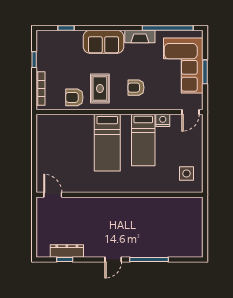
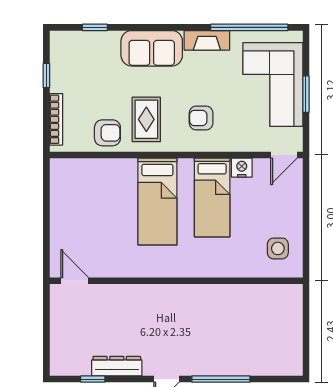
armchair: (74, 97) -> (107, 133), turned 180
dresser: (67, 251) -> (117, 366), moved

